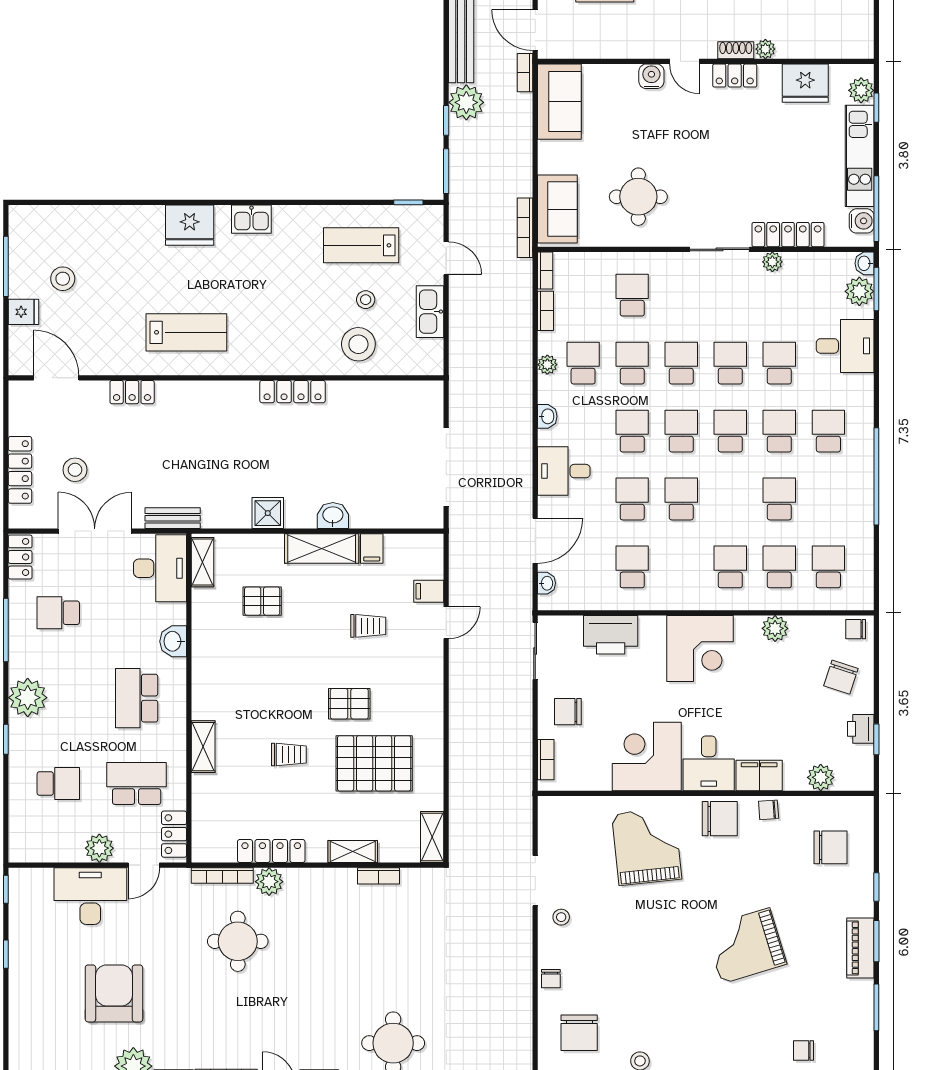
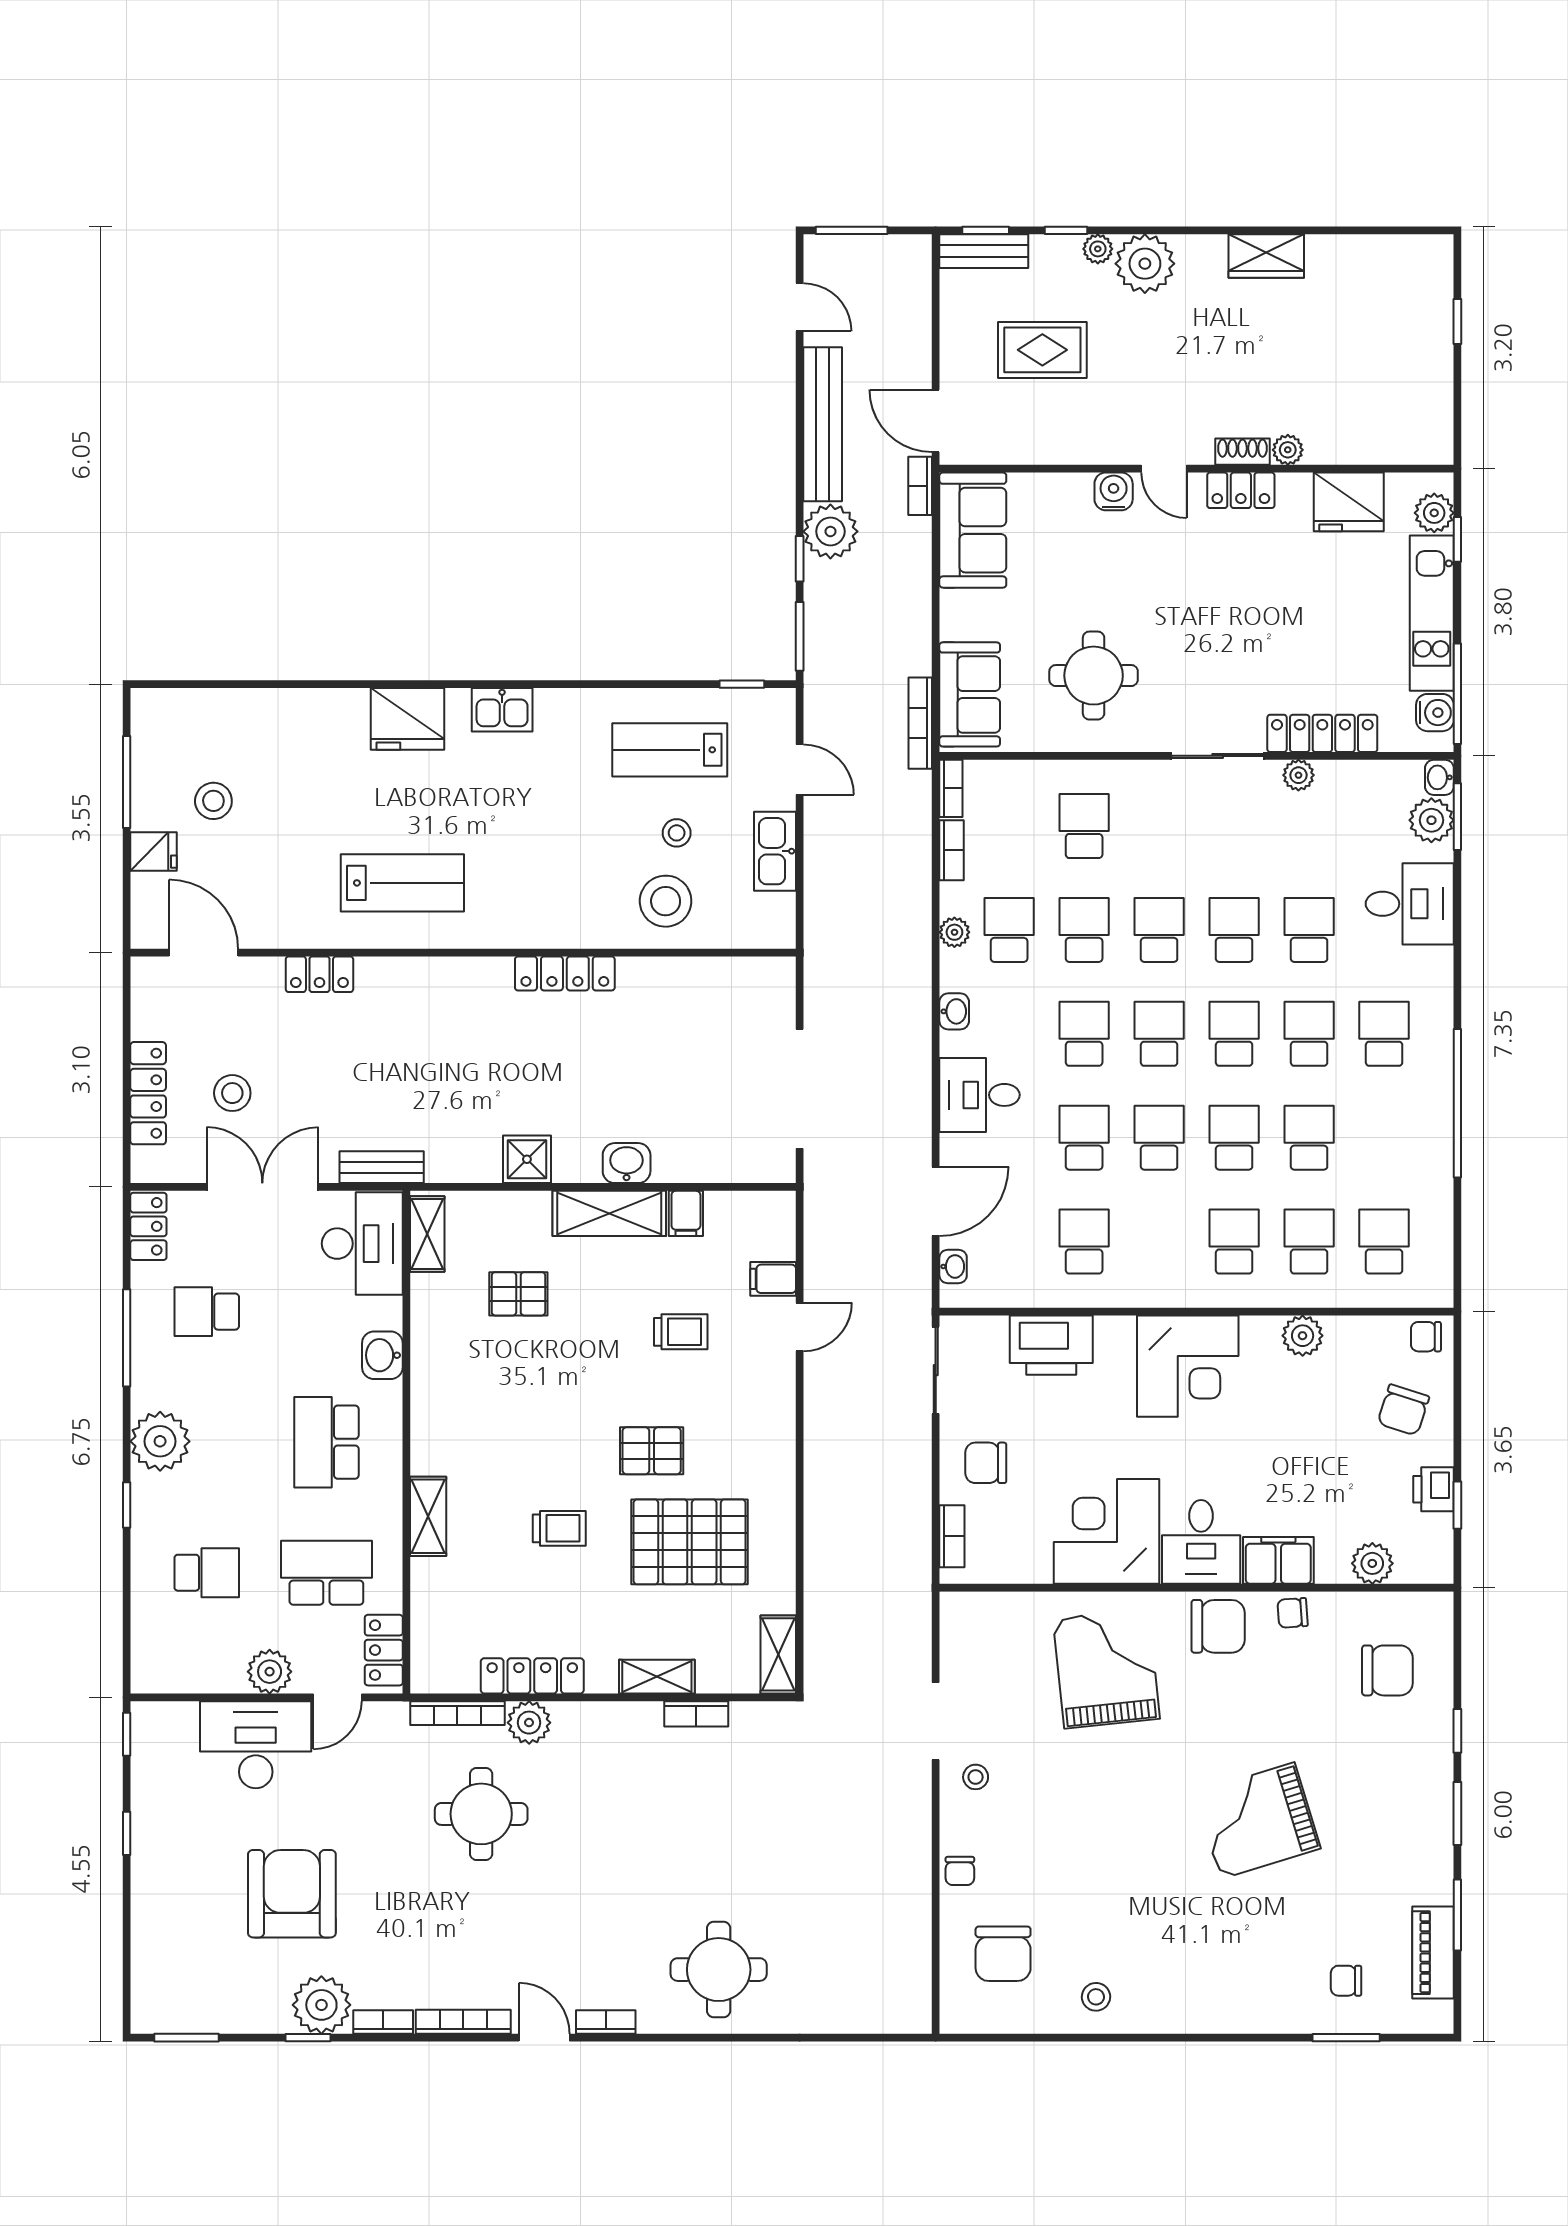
school desk: (730, 499) -> (1234, 1138), added
piano: (860, 948) -> (1433, 1953), moved

